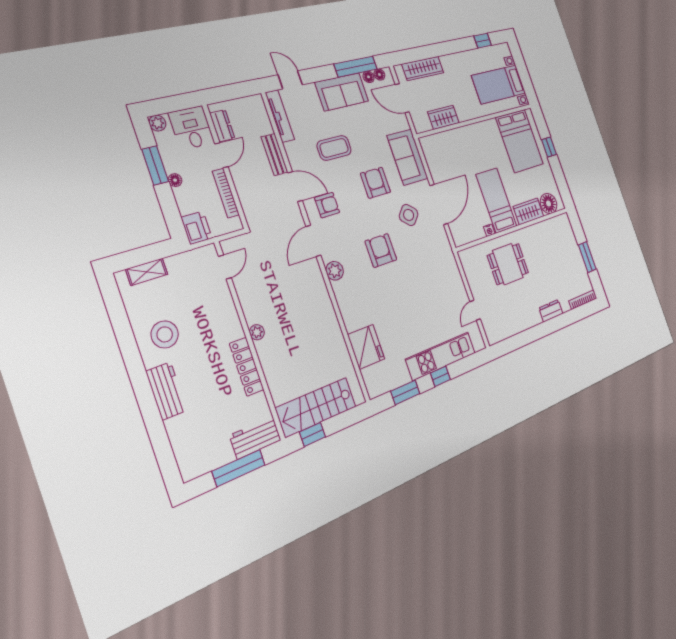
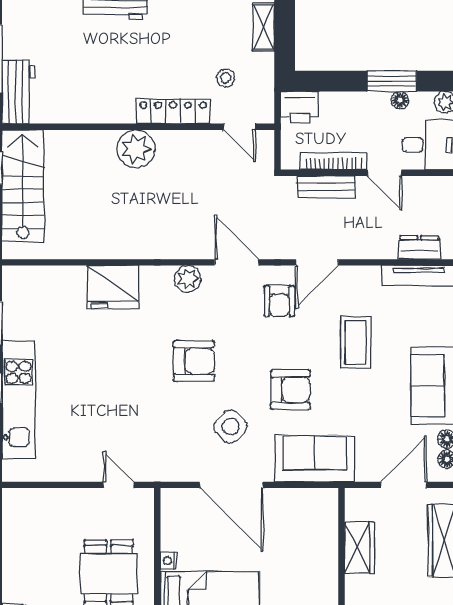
dresser: (222, 126) -> (419, 247), moved, turned 180
bench: (275, 155) -> (326, 187), moved
floor lamp: (175, 180) -> (400, 100), moved
door: (475, 310) -> (119, 485), moved
plant: (257, 332) -> (136, 149), width x1.88, depth x1.88
stool: (165, 334) -> (226, 78), moved, width x0.53, depth x0.53
fridge: (366, 347) -> (113, 287), moved
locker: (247, 367) -> (173, 111), moved

